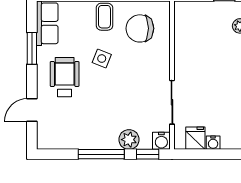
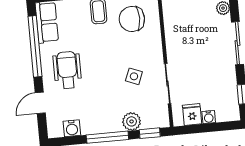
window: (32, 48) -> (35, 46), width x2.11
side table: (102, 59) -> (134, 76), moved
water cooler: (161, 141) -> (72, 128), moved

